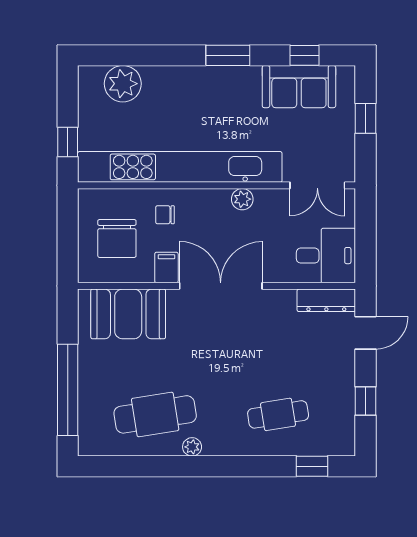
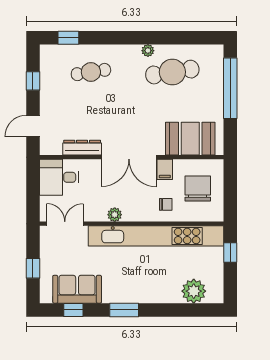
dresser: (326, 300) -> (82, 148), moved

